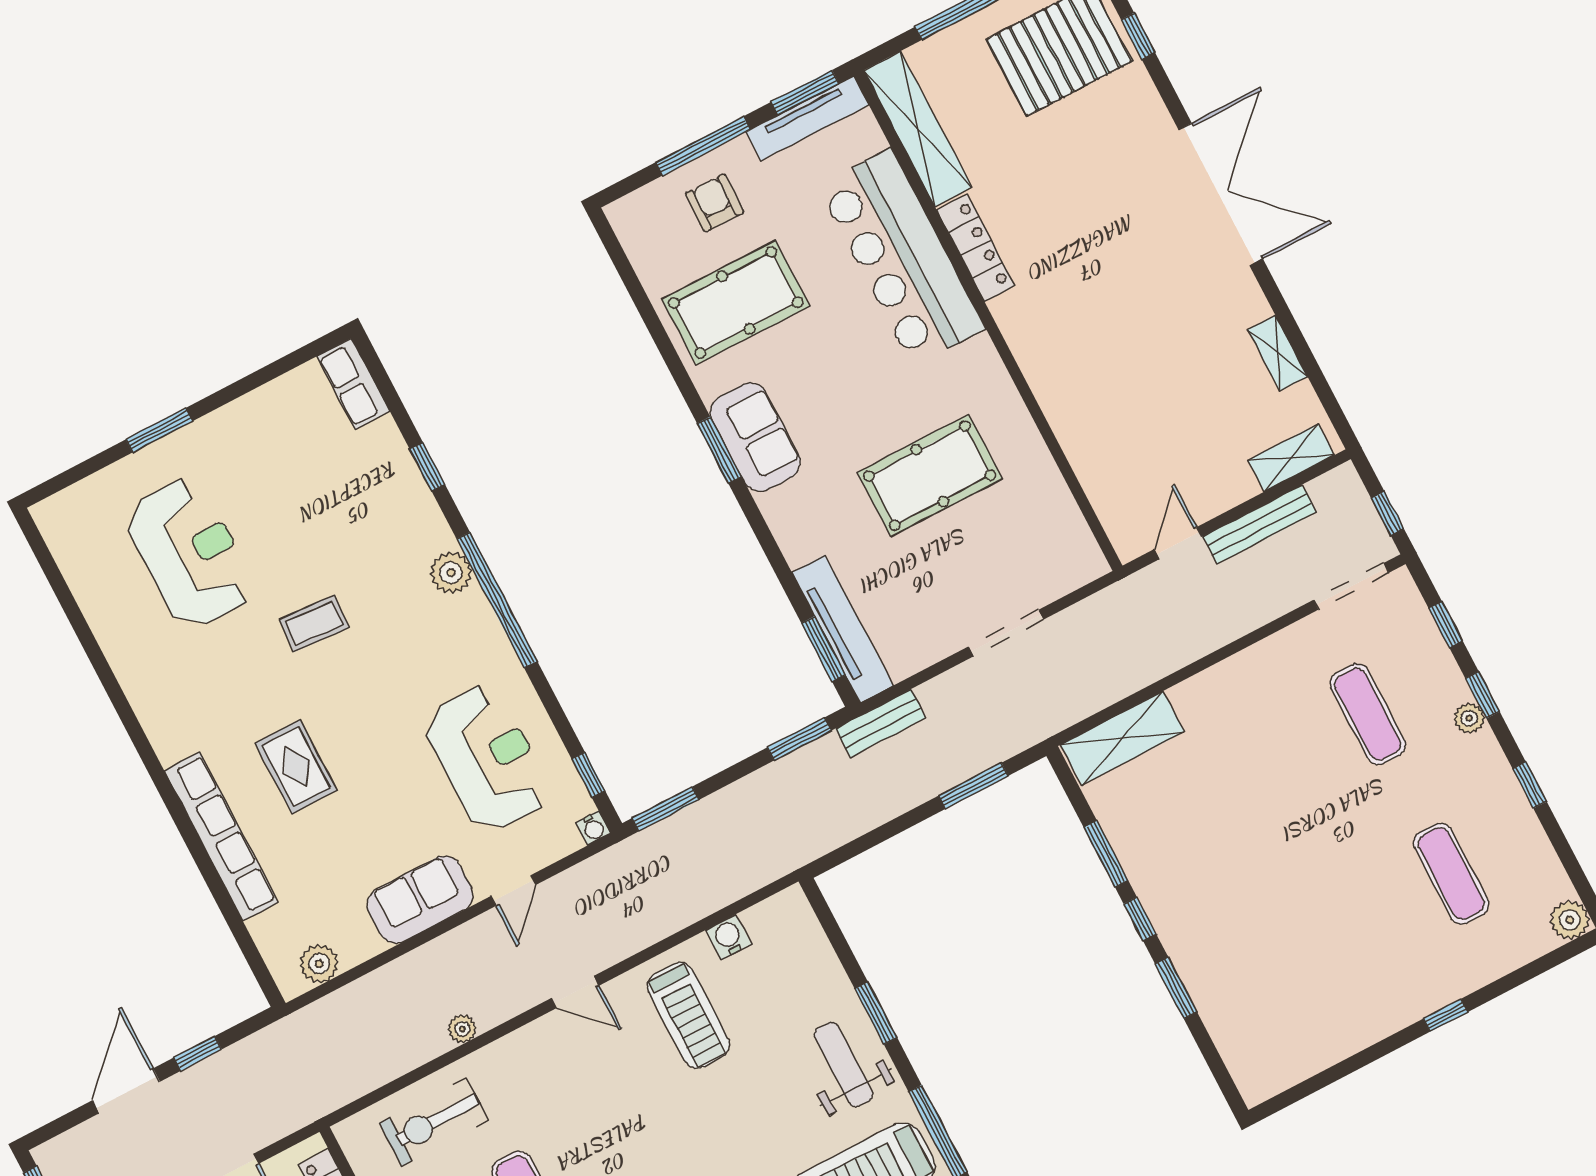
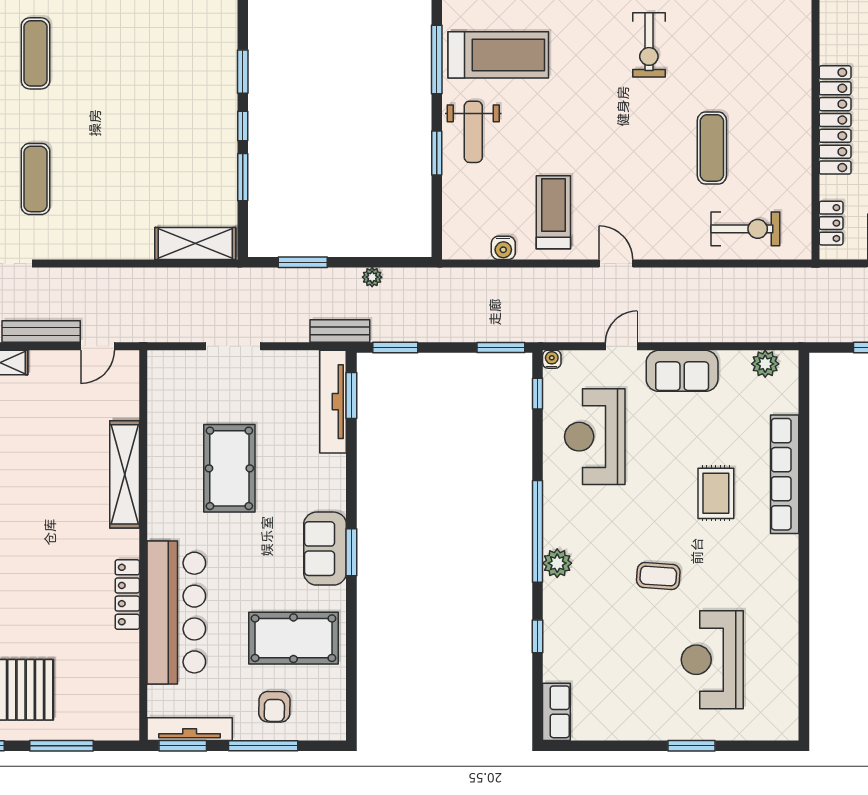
shelving: (918, 129) -> (125, 474), moved
pool table: (930, 476) -> (229, 468), turned 90
plant: (462, 1029) -> (372, 277), moved

